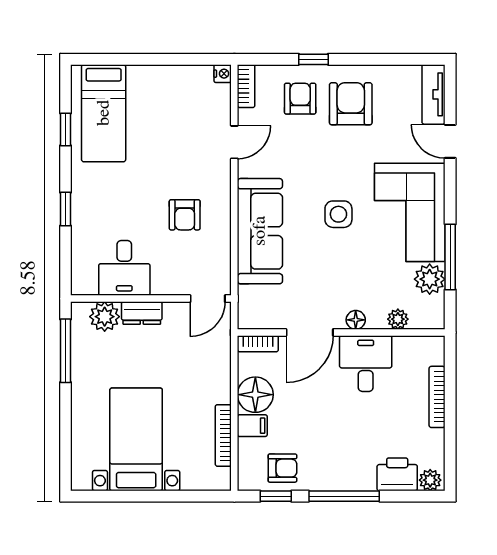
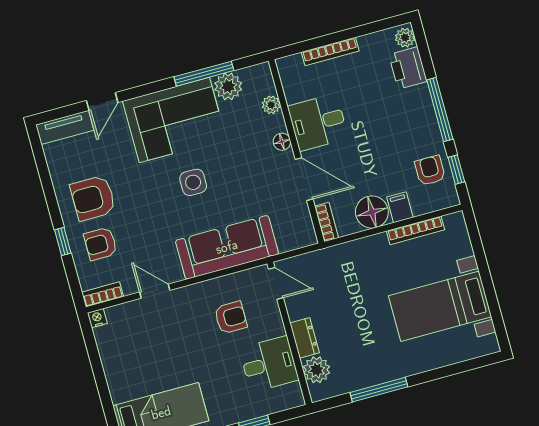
desk: (124, 268) -> (269, 364), moved
wall: (151, 299) -> (290, 333), moved
door: (208, 299) -> (276, 283), moved
dresser: (142, 313) -> (305, 338), moved
plant: (105, 317) -> (317, 370), moved

